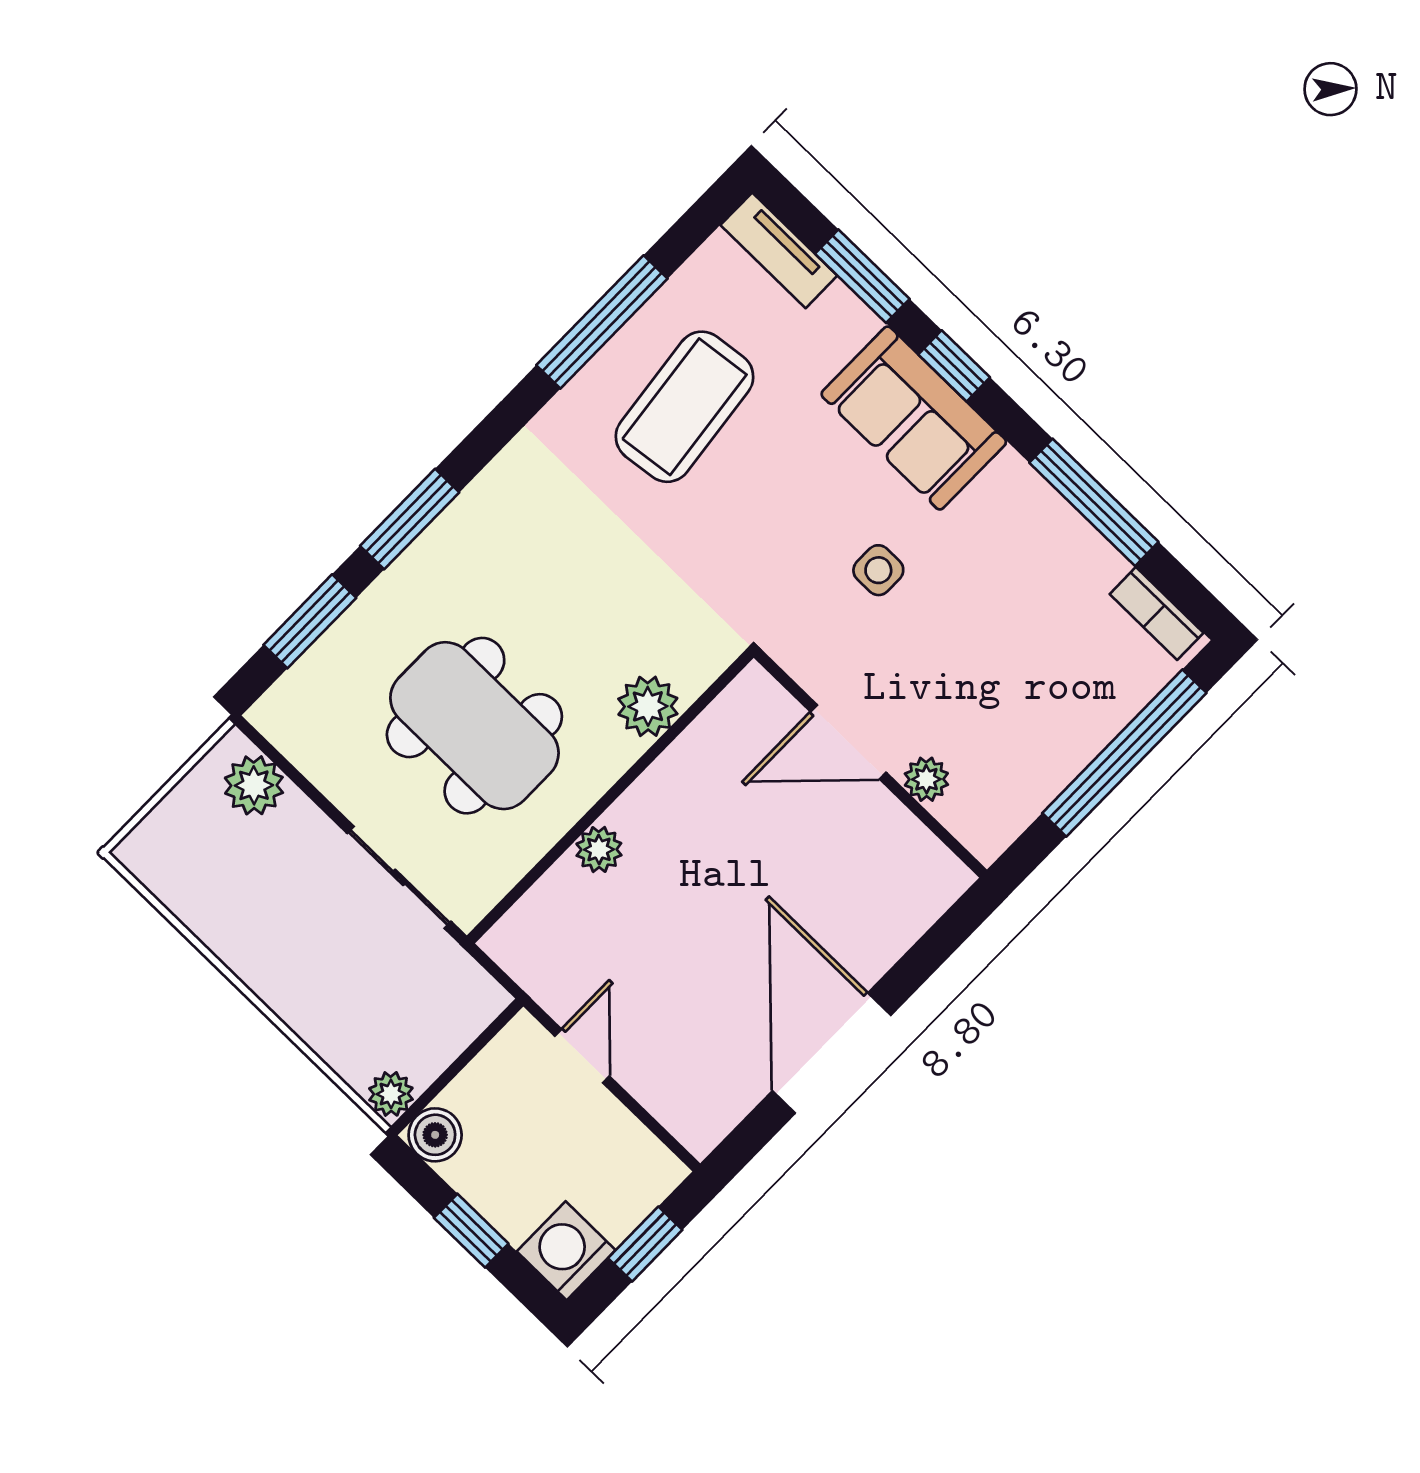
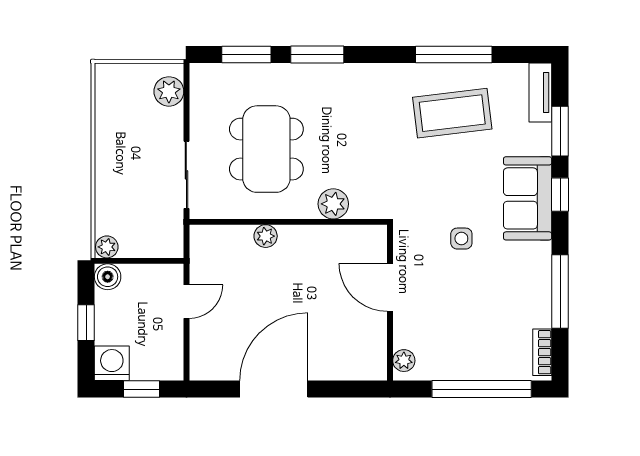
plant: (926, 779) -> (404, 361), moved

